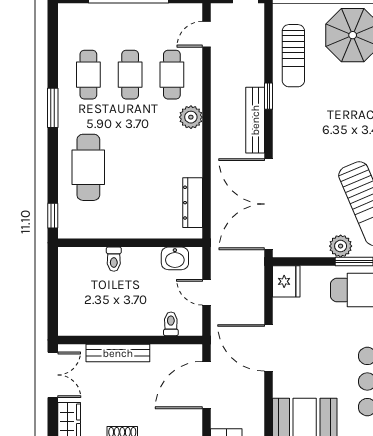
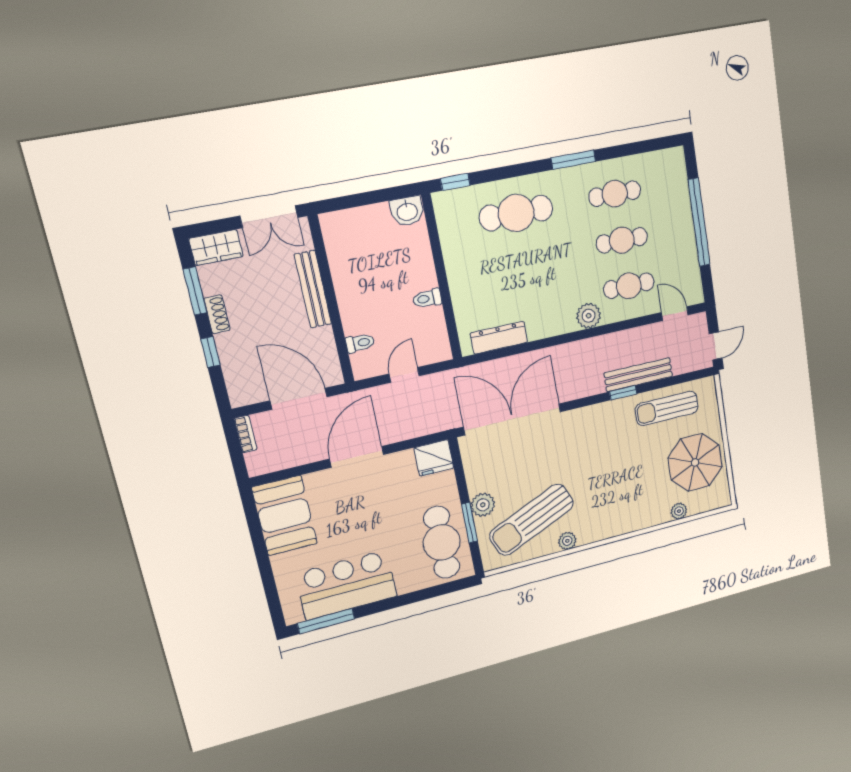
bench: (255, 120) -> (638, 375), moved
washbasin: (175, 258) -> (407, 211), moved, turned -90
toilet: (114, 259) -> (427, 298), moved

